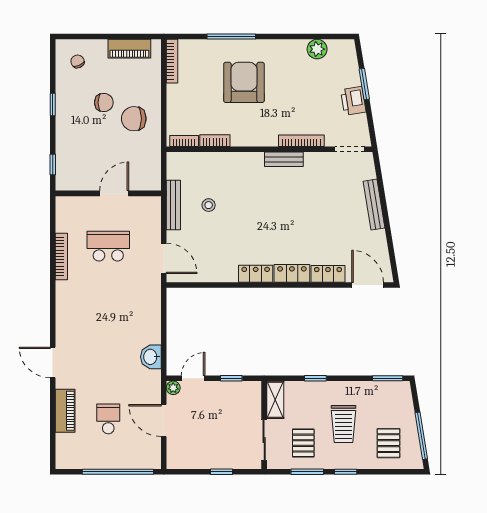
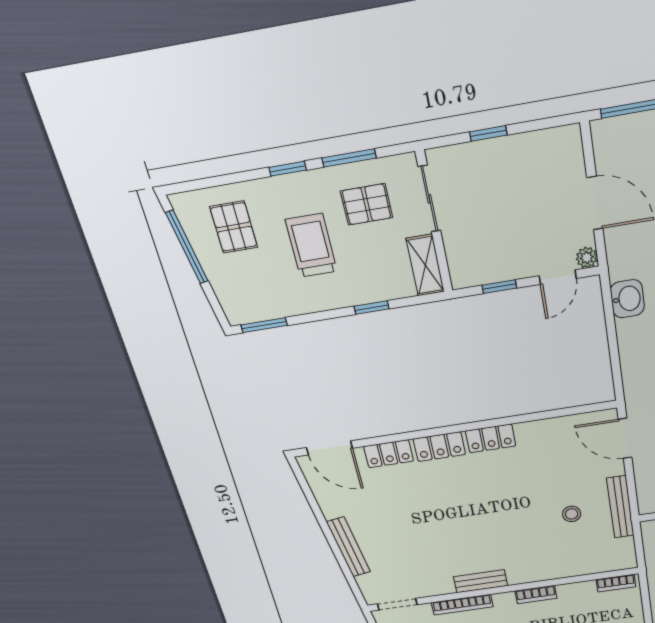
bookcase: (215, 141) -> (536, 595), moved
pallet: (303, 443) -> (367, 204), turned 90

